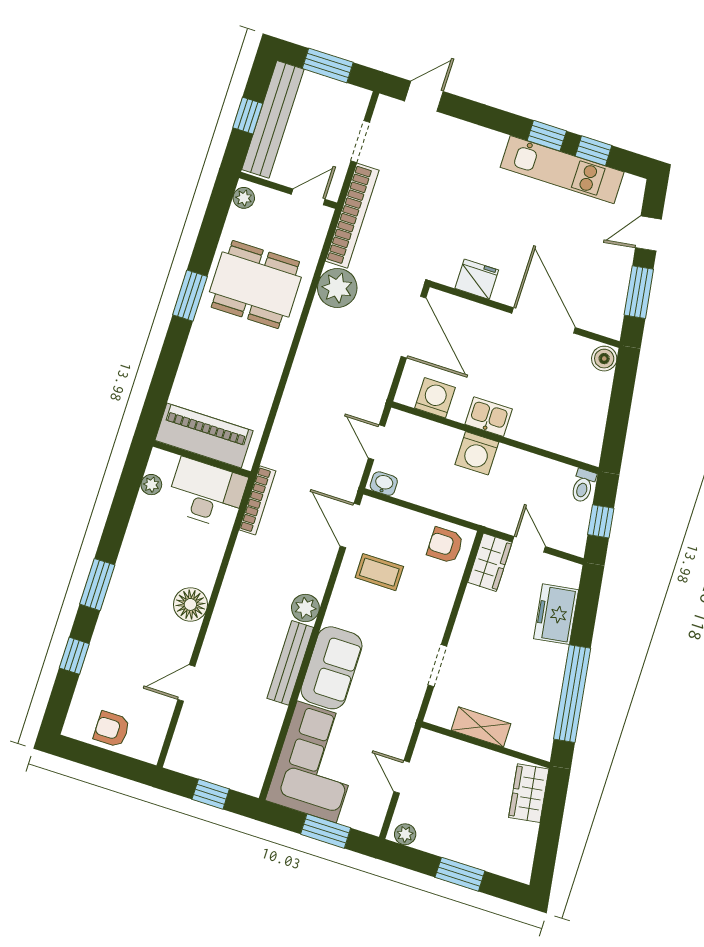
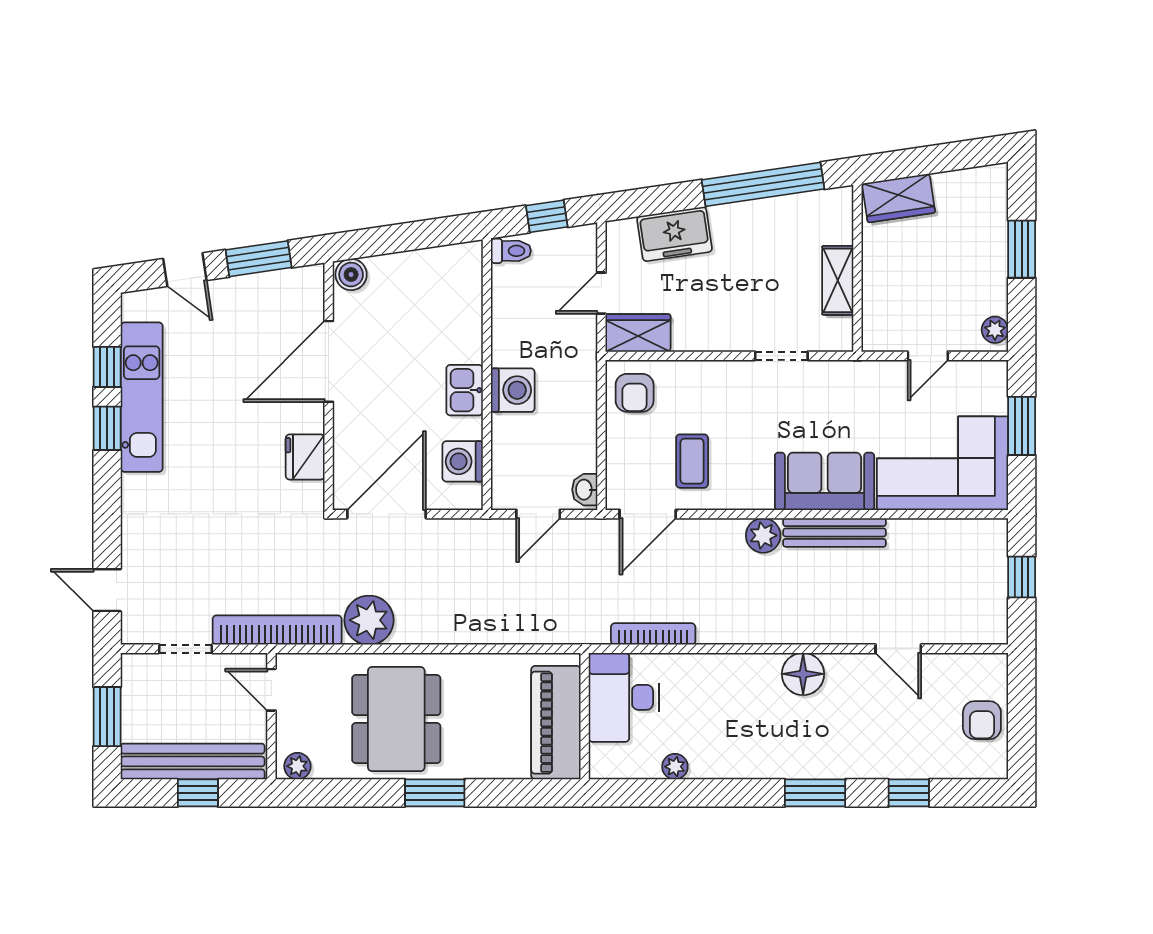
piano: (204, 436) -> (556, 723), moved
wall: (202, 459) -> (585, 716), moved
desk: (207, 493) -> (624, 697), moved

